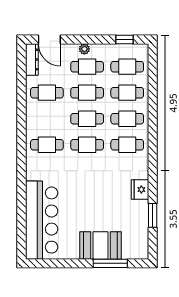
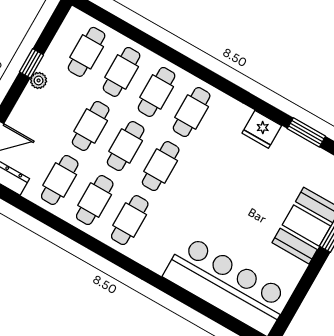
window: (124, 40) -> (31, 63), moved
plant: (84, 49) -> (39, 80), moved
cafe table: (87, 67) -> (95, 200), moved

